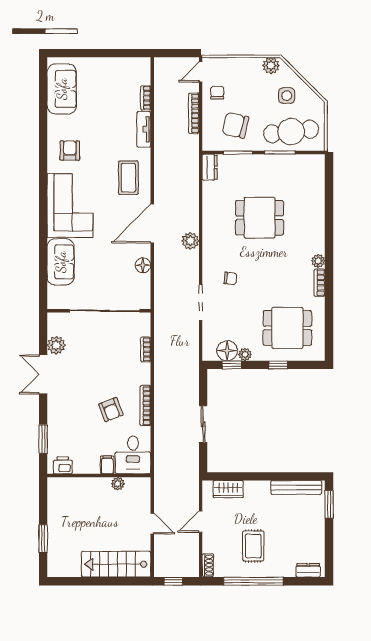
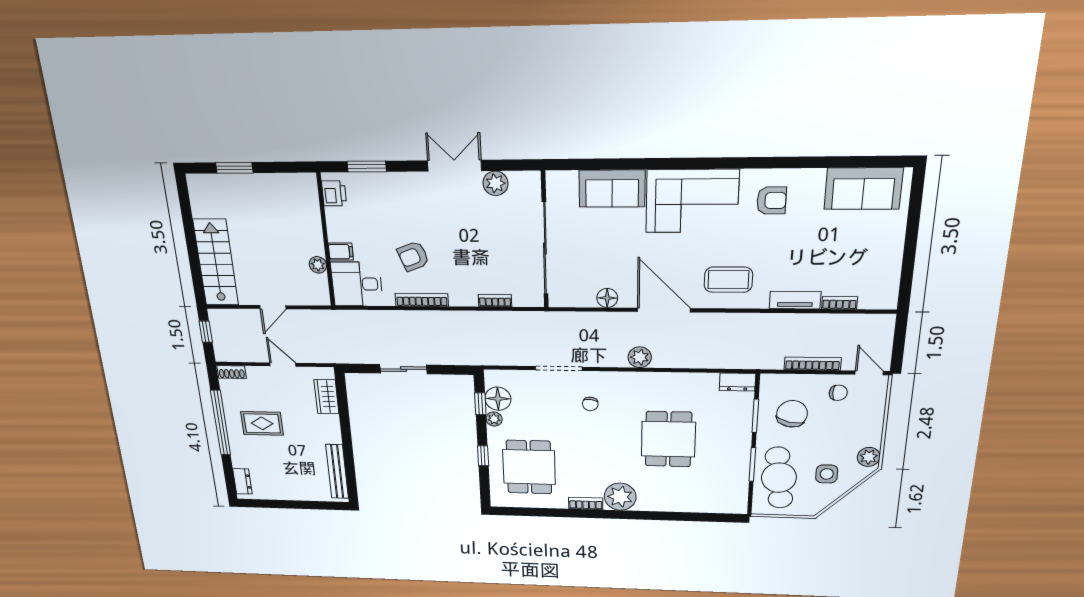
plant: (318, 261) -> (620, 497), width x1.88, depth x1.88
window: (329, 504) -> (322, 505), removed

